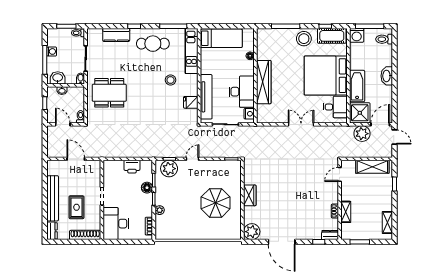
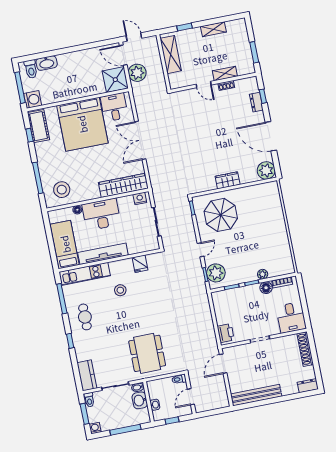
kitchen counter: (116, 35) -> (87, 375), moved
stool: (304, 39) -> (62, 190), moved
cafe table: (153, 44) -> (85, 317), width x0.73, depth x0.74
washing machine: (52, 51) -> (95, 428), moved
washbasin: (387, 76) -> (47, 63), moved
washbasin: (58, 78) -> (140, 400), moved
wardrobe: (264, 82) -> (123, 185), moved
bathtub: (357, 86) -> (87, 88), removed
desk: (242, 92) -> (101, 214), moved
tv unit: (206, 97) -> (103, 254), moved
double door: (301, 124) -> (140, 140), width x1.37
door: (395, 137) -> (134, 37), hinge flipped
door: (76, 159) -> (223, 364), moved
door: (193, 159) -> (200, 250), swing flipped
printer: (132, 167) -> (226, 333), moved
door: (340, 174) -> (204, 85), moved
floor lamp: (147, 188) -> (266, 288), moved
bench: (53, 198) -> (256, 395), moved
parasol: (216, 203) -> (221, 215), moved
rug: (76, 207) -> (277, 364), removed
shelving: (387, 222) -> (213, 29), moved
desk: (116, 224) -> (291, 317), width x0.73
dresser: (330, 235) -> (256, 102), moved
door: (282, 242) -> (271, 136), swing flipped

